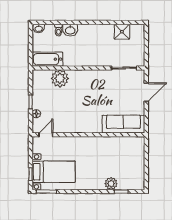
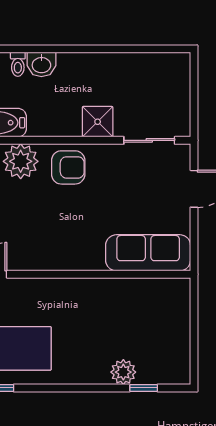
shower: (122, 32) -> (98, 122), moved
armchair: (84, 82) -> (68, 167), added

